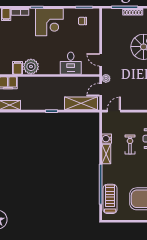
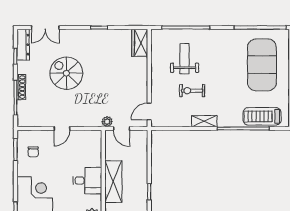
door: (101, 60) -> (62, 128), moved
desk: (71, 63) -> (87, 181), moved
shelving: (81, 103) -> (113, 182), moved
door: (114, 111) -> (149, 112), hinge flipped
water cooler: (107, 139) -> (185, 121), removed

